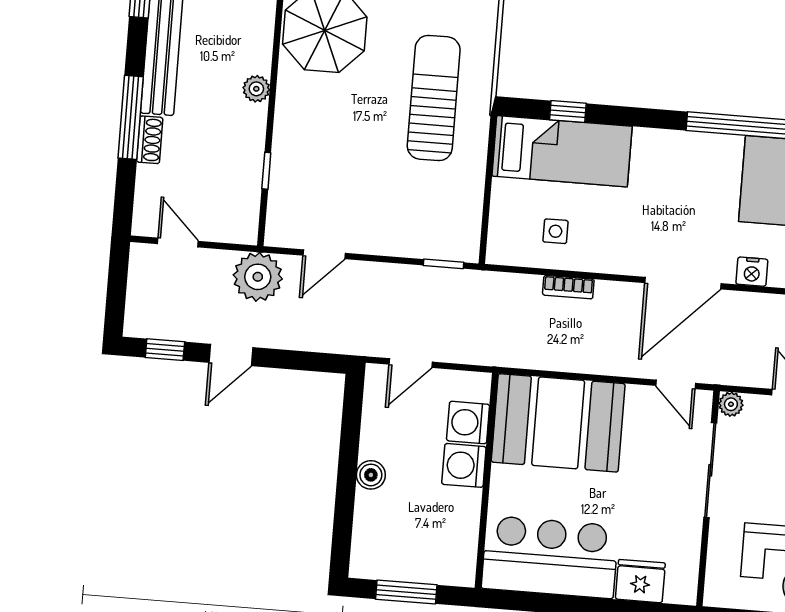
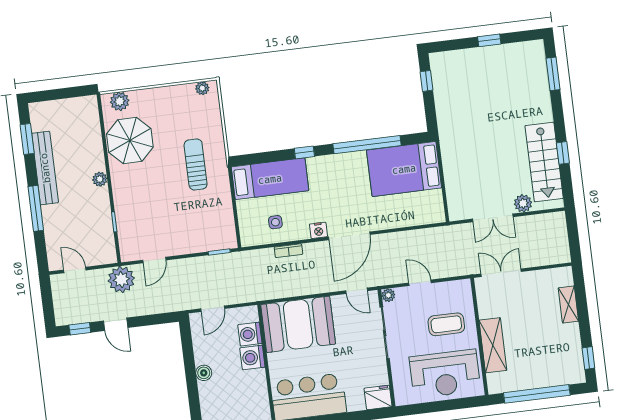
sun lounger: (434, 98) -> (196, 164), width x0.73, depth x0.75
window: (568, 112) -> (304, 152), moved
shoe rack: (150, 140) -> (48, 218), removed
nightstand: (752, 272) -> (319, 230), moved
door: (231, 355) -> (116, 324), hinge flipped
fridge: (640, 581) -> (378, 397), moved

